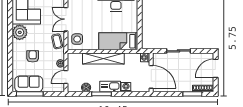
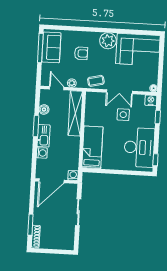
double door: (66, 19) -> (119, 92), swing flipped
side table: (77, 39) -> (123, 115), moved
shelving: (103, 59) -> (75, 113), moved
door: (216, 68) -> (57, 252), removed

